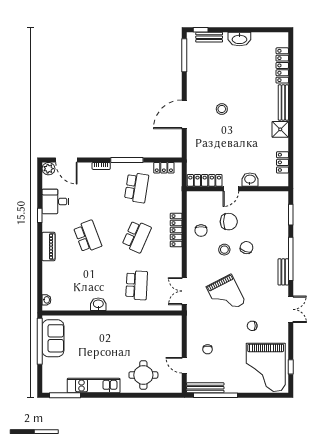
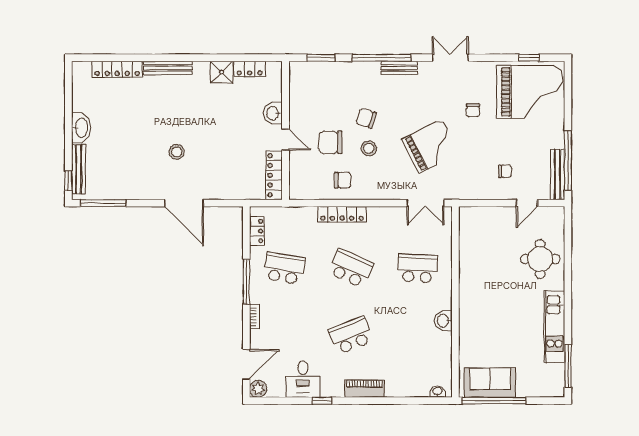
bench: (209, 37) -> (79, 169), width x1.36
shower: (280, 129) -> (222, 72), moved
chair: (229, 222) -> (331, 142), turned -90

